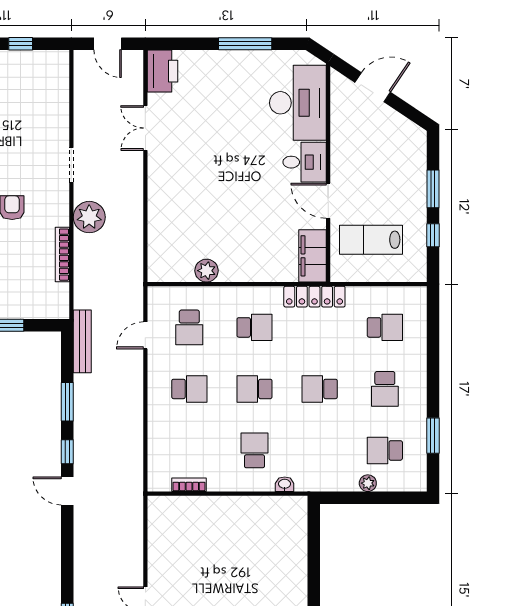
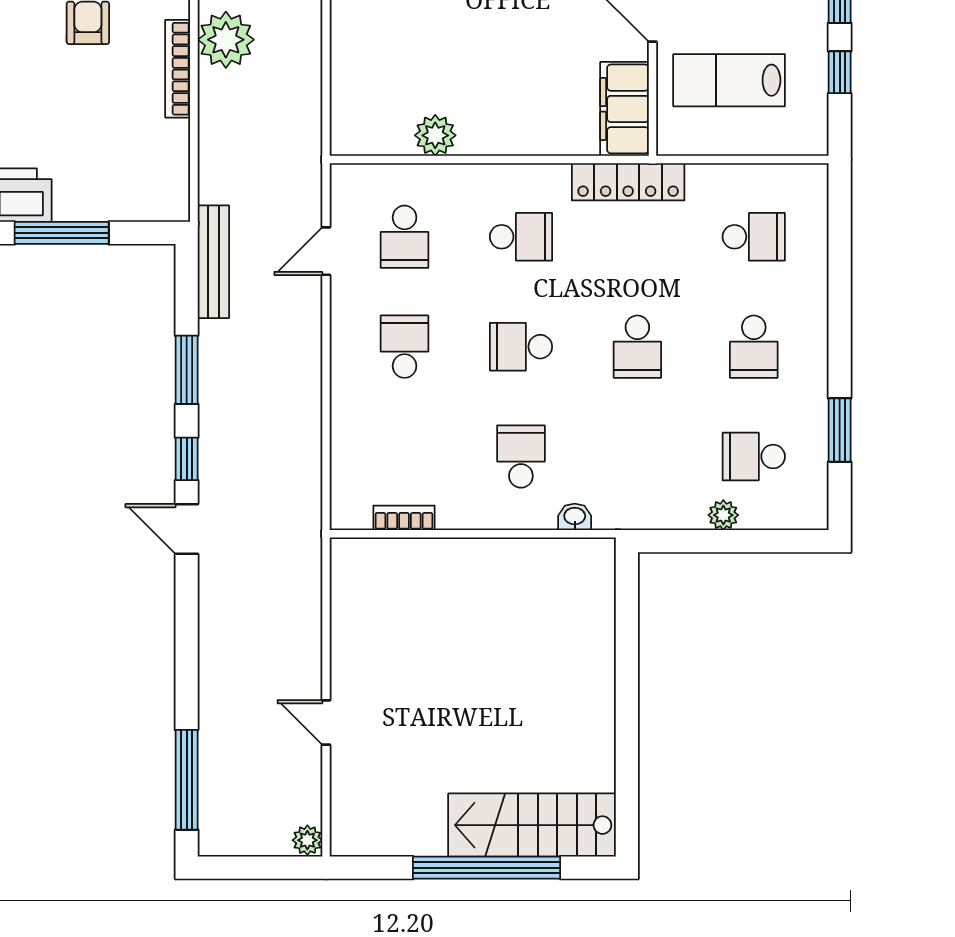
bookcase: (62, 255) -> (178, 69), moved
school desk: (189, 389) -> (405, 347), turned -90
school desk: (320, 389) -> (637, 347), turned -90

